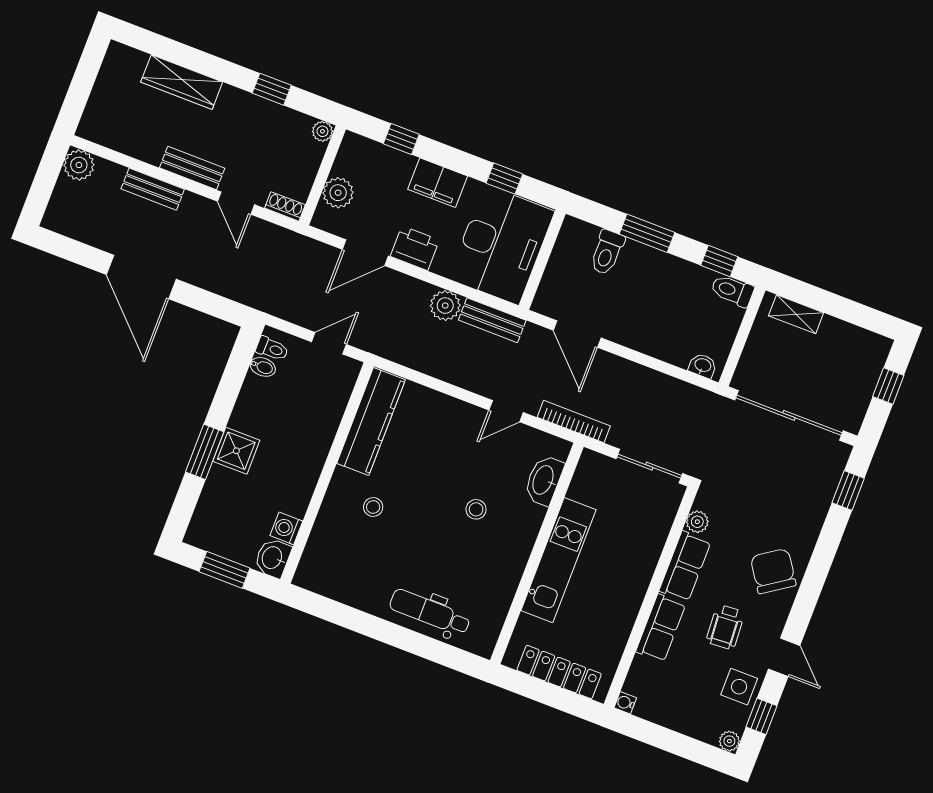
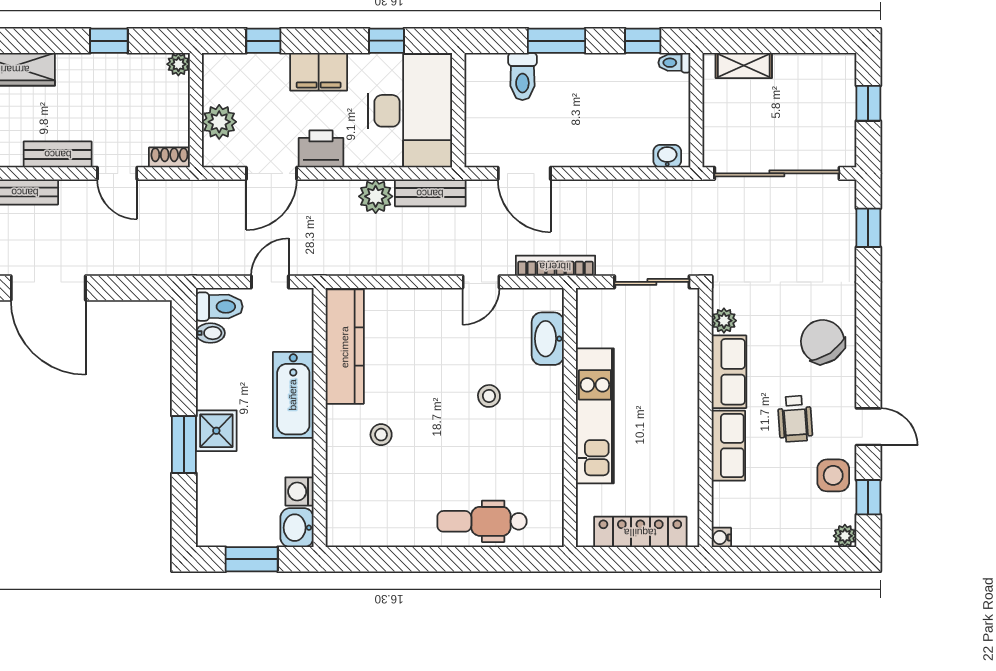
toilet: (732, 291) -> (674, 63), width x0.73, depth x0.72
toilet: (272, 349) -> (219, 307), width x1.37, depth x1.39
bathtub: (312, 445) -> (293, 395), added

